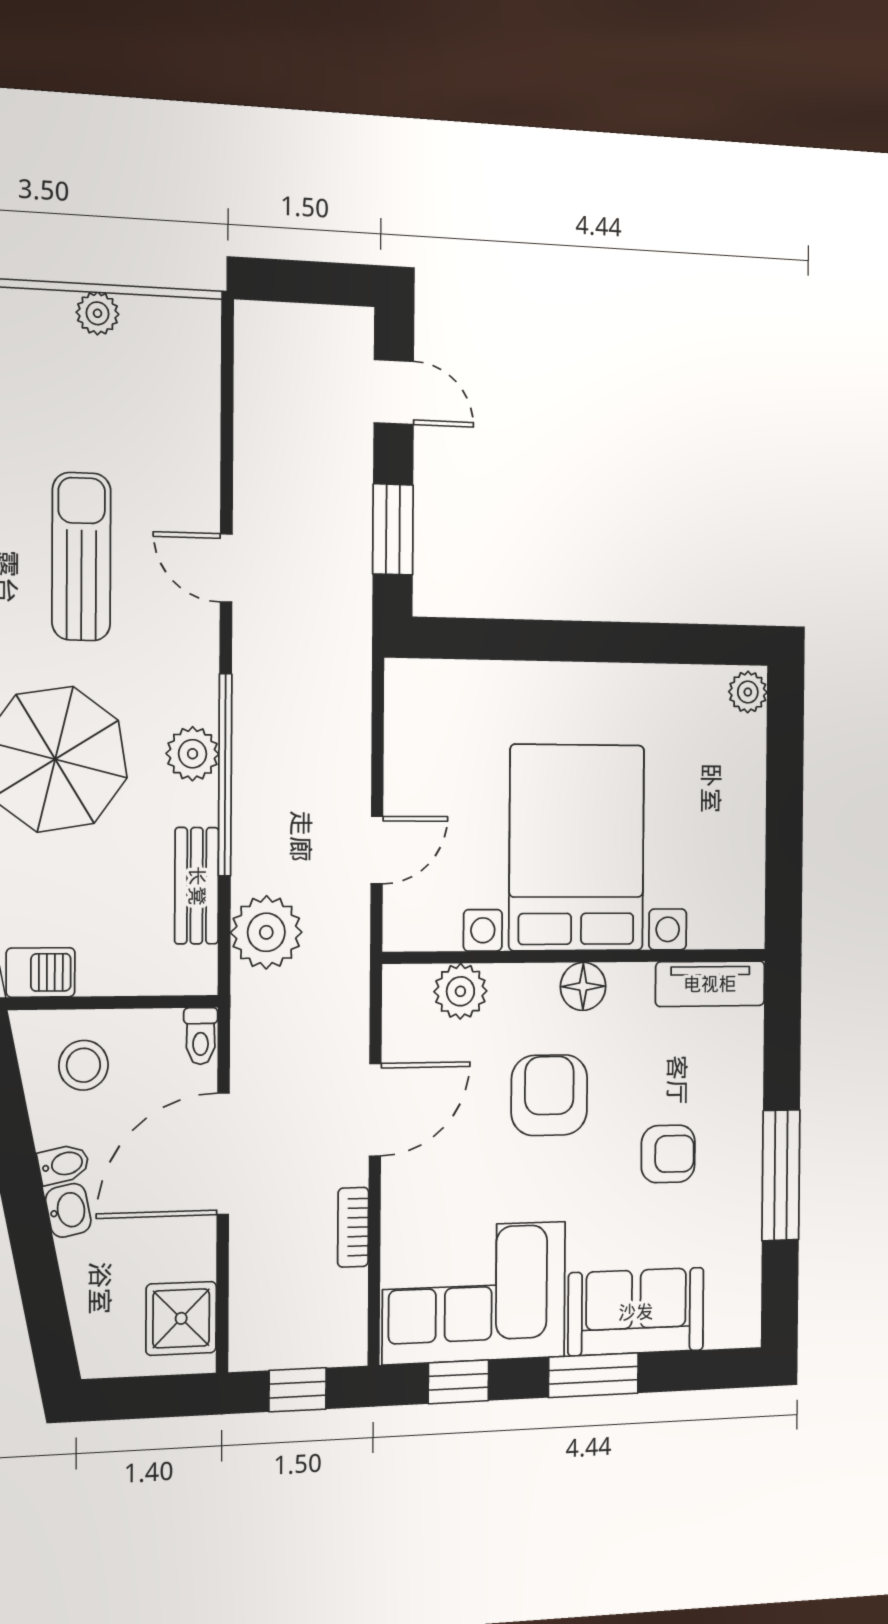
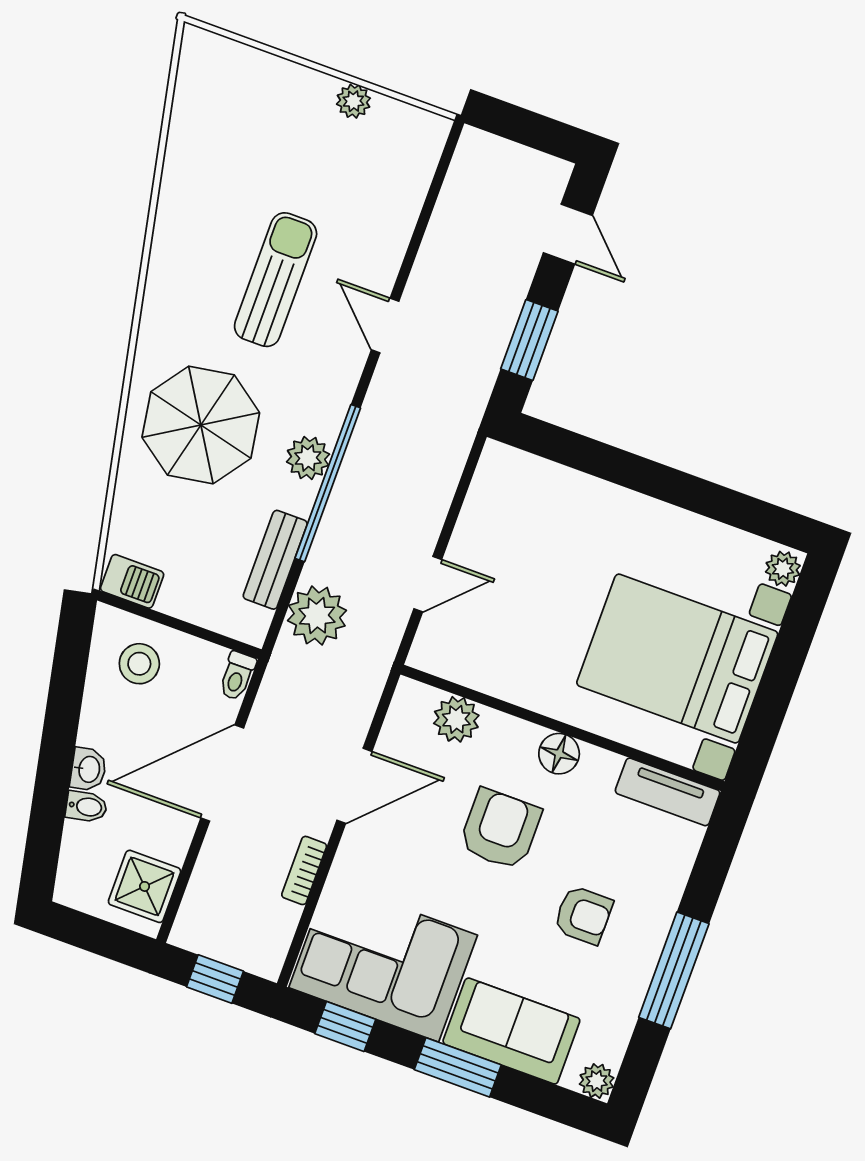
bed with nightstands: (577, 848) -> (677, 659), moved, turned -90
bidet: (64, 1164) -> (86, 807), moved
plant: (742, 1328) -> (597, 1081), added

